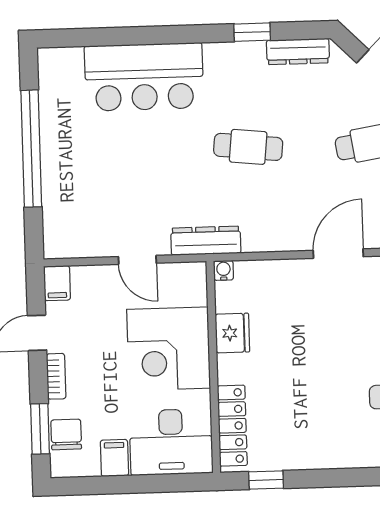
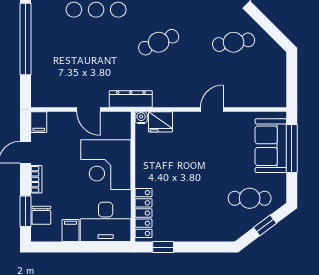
cafe table: (248, 147) -> (159, 42), turned -30
door: (338, 254) -> (212, 109), width x0.73
fridge: (232, 333) -> (160, 122), moved, turned 90
chair: (66, 435) -> (41, 215), turned 180

